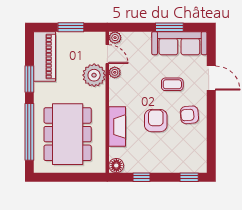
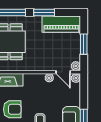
door: (107, 54) -> (63, 72), hinge flipped
plant: (94, 75) -> (76, 66), moved, width x0.53, depth x0.53

